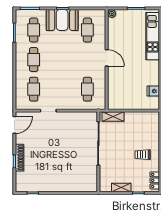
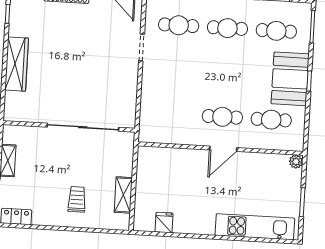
cafe table: (87, 89) -> (222, 117), moved
shelving: (113, 117) -> (123, 195), moved
trolley: (143, 155) -> (77, 199), moved
wardrobe: (63, 186) -> (17, 64), added

